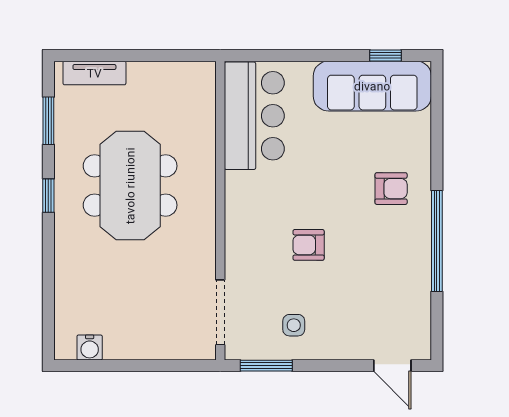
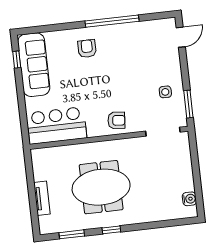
tv unit: (94, 73) -> (42, 198), moved
armchair: (309, 245) -> (116, 120), moved, turned -85

